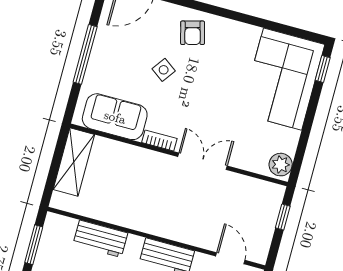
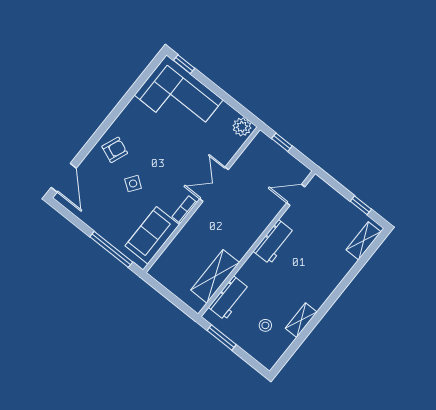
armchair: (193, 33) -> (115, 150), turned -53
window: (85, 54) -> (111, 249), moved
shelving: (74, 162) -> (215, 276), moved, turned 90
workbench: (100, 239) -> (229, 298), moved

